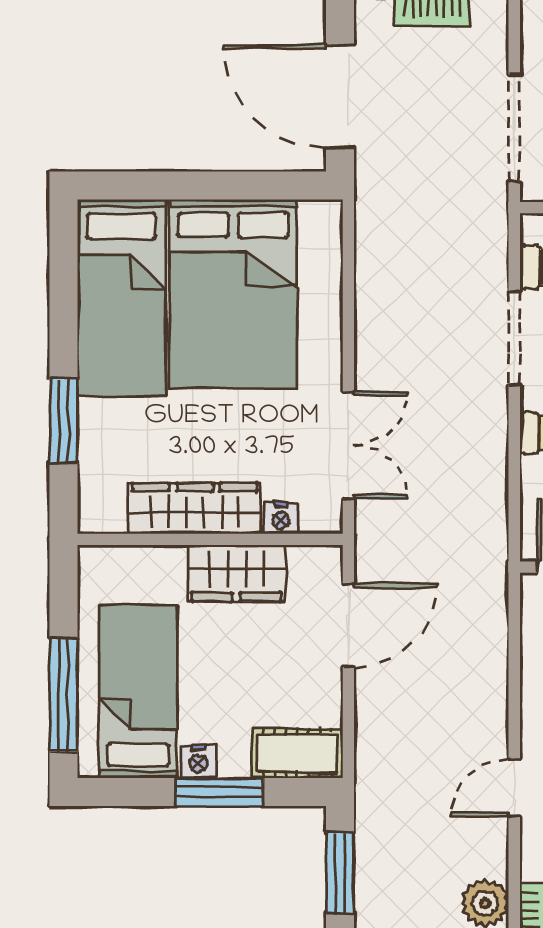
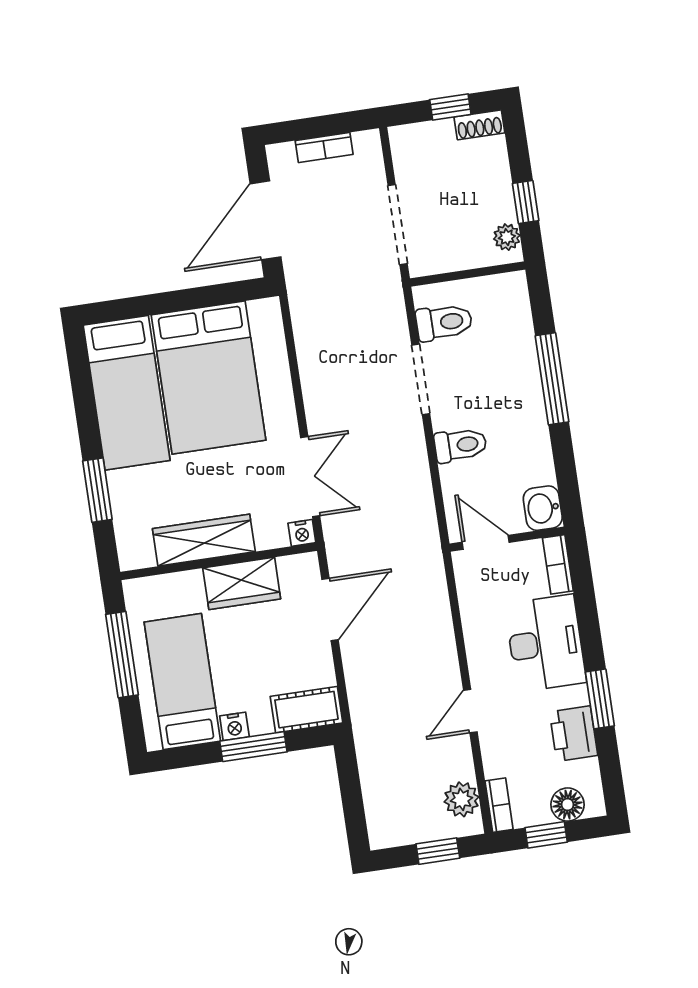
door: (340, 96) -> (266, 220), hinge flipped
nightstand: (281, 518) -> (302, 533), moved
window: (64, 695) -> (122, 655), moved
window: (340, 873) -> (351, 793), removed

